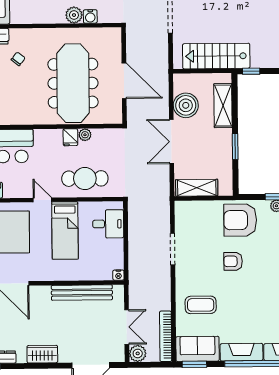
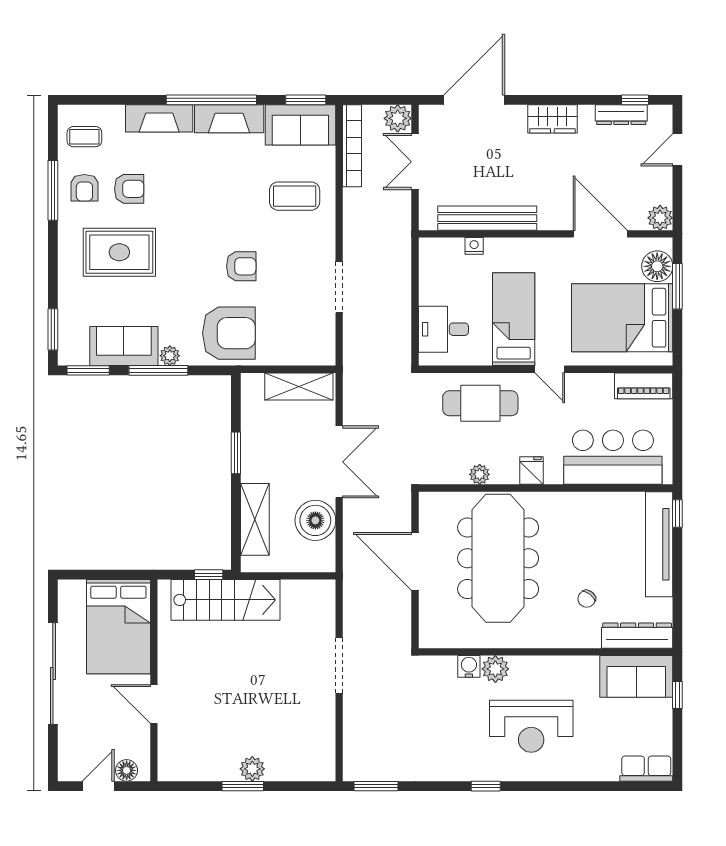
stairs: (216, 56) -> (225, 600), moved
fridge: (70, 137) -> (531, 471), moved
nightstand: (118, 275) -> (474, 246), moved

